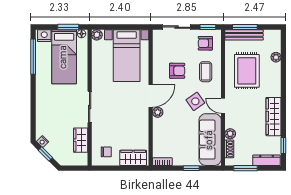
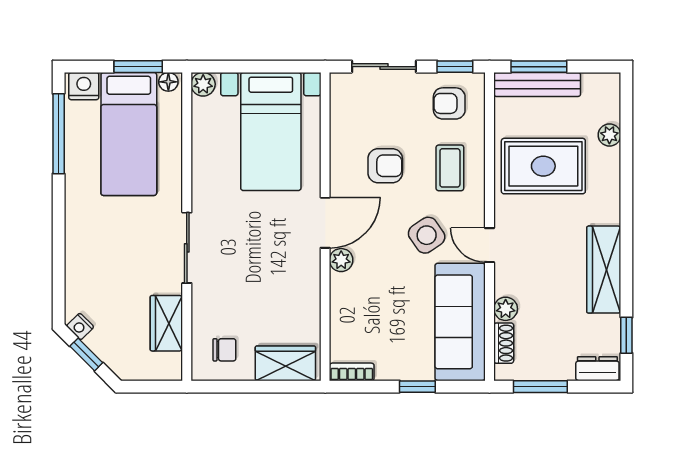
rug: (247, 71) -> (543, 166), turned 90
dresser: (267, 160) -> (597, 369), width x0.70

